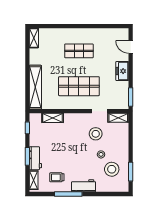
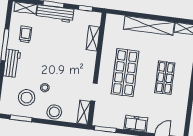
shelving: (35, 87) -> (149, 26), moved
stool: (96, 134) -> (54, 112), moved
workbench: (35, 158) -> (55, 14), width x1.38

